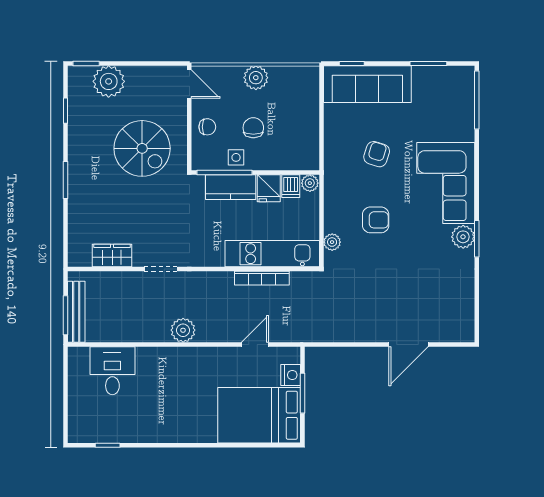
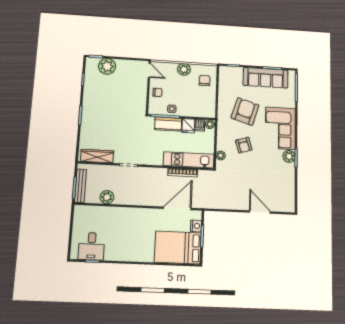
sofa: (367, 84) -> (266, 78), moved
chair: (253, 128) -> (205, 81), moved
spiral stairs: (142, 148) -> (122, 101), removed
armchair: (377, 154) -> (245, 111), width x1.88, depth x1.88
armchair: (376, 220) -> (244, 145), turned 73
wardrobe: (112, 255) -> (97, 156), width x1.50
plant: (183, 330) -> (107, 197), moved
door: (255, 345) -> (177, 208), width x1.87
door: (409, 345) -> (260, 212), swing flipped
desk: (112, 371) -> (91, 246), moved, turned 180

